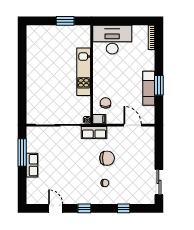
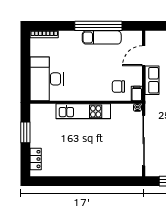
locker: (41, 30) -> (36, 159), added
window: (159, 85) -> (98, 26), width x2.11
row of seats: (94, 133) -> (152, 80), moved

